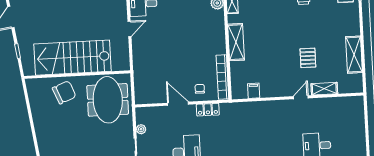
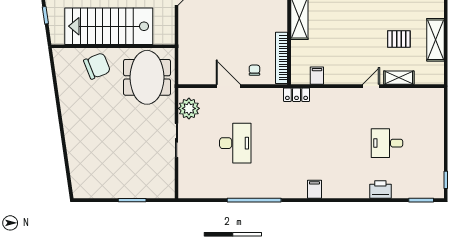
pallet: (308, 58) -> (399, 39), moved, turned 90
locker: (208, 110) -> (297, 95), moved
plant: (141, 129) -> (189, 108), width x1.87, depth x1.87

